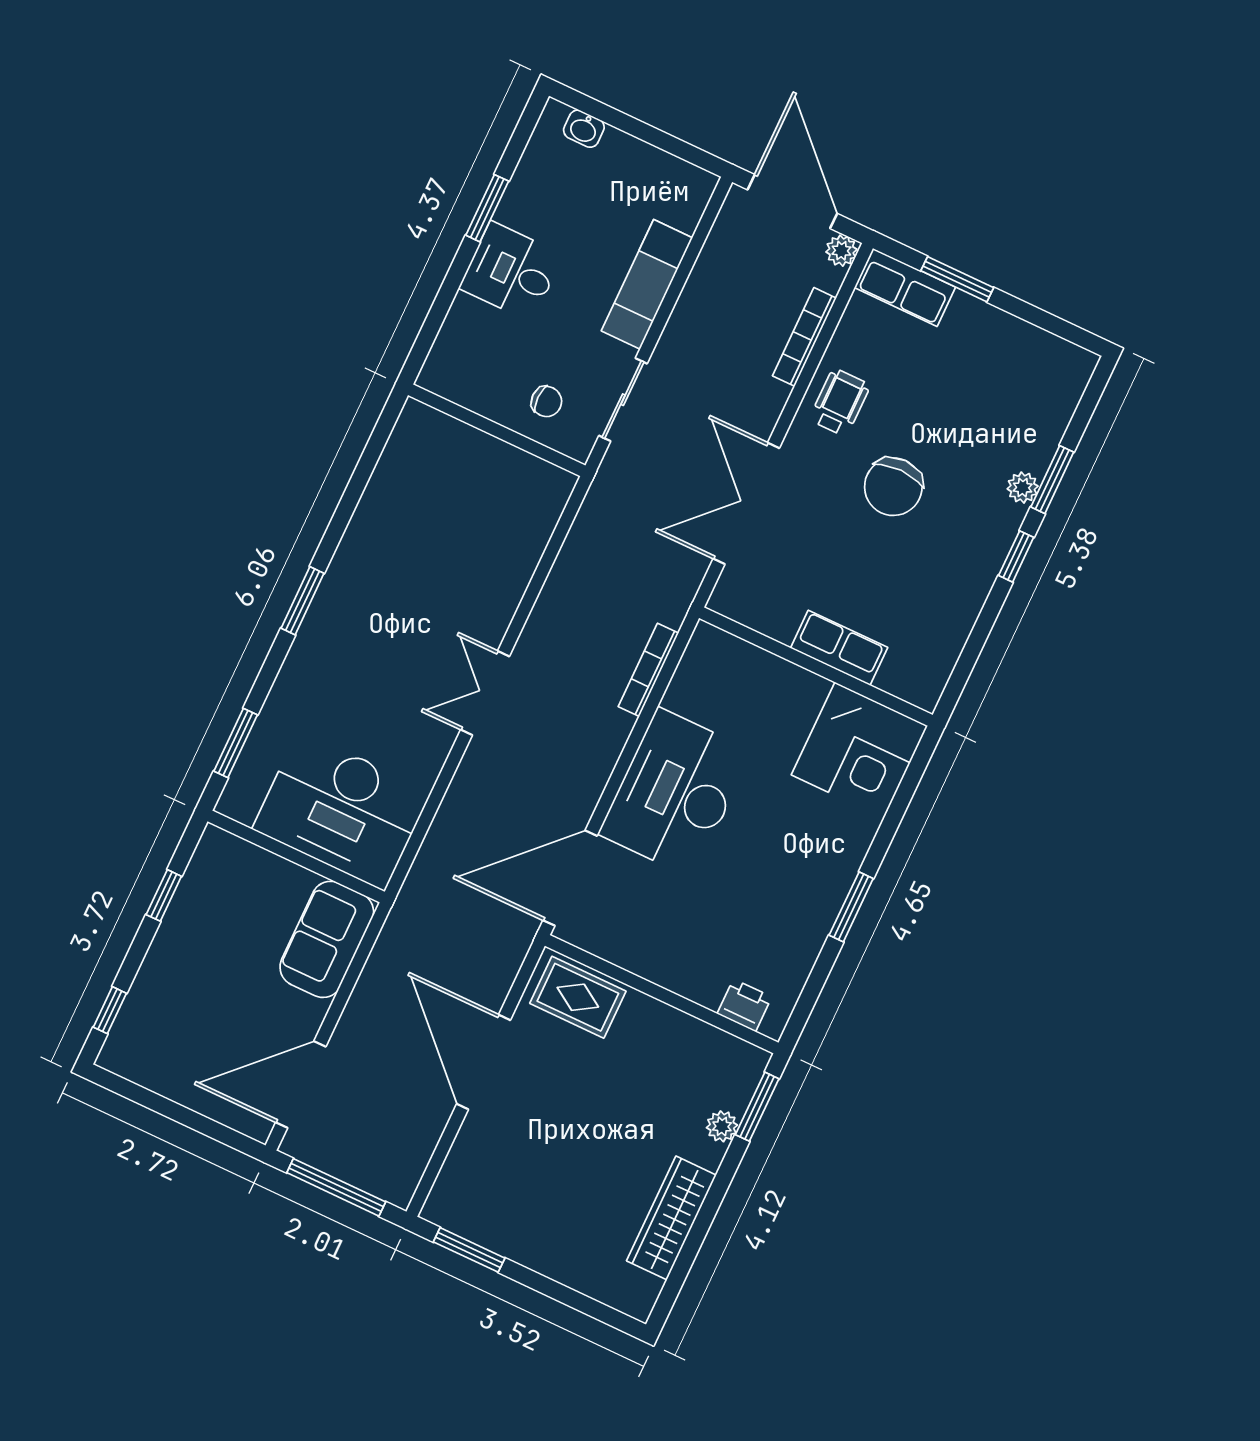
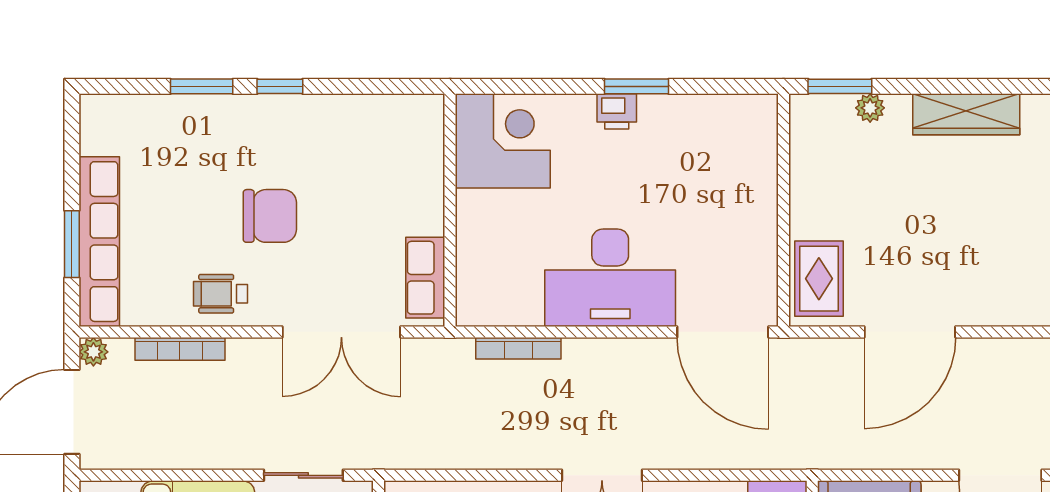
row of seats: (905, 287) -> (99, 242), width x2.02
plant: (1023, 488) -> (220, 108), removed
row of seats: (839, 648) -> (425, 278), moved
printer: (744, 1005) -> (617, 111), moved, turned -90

